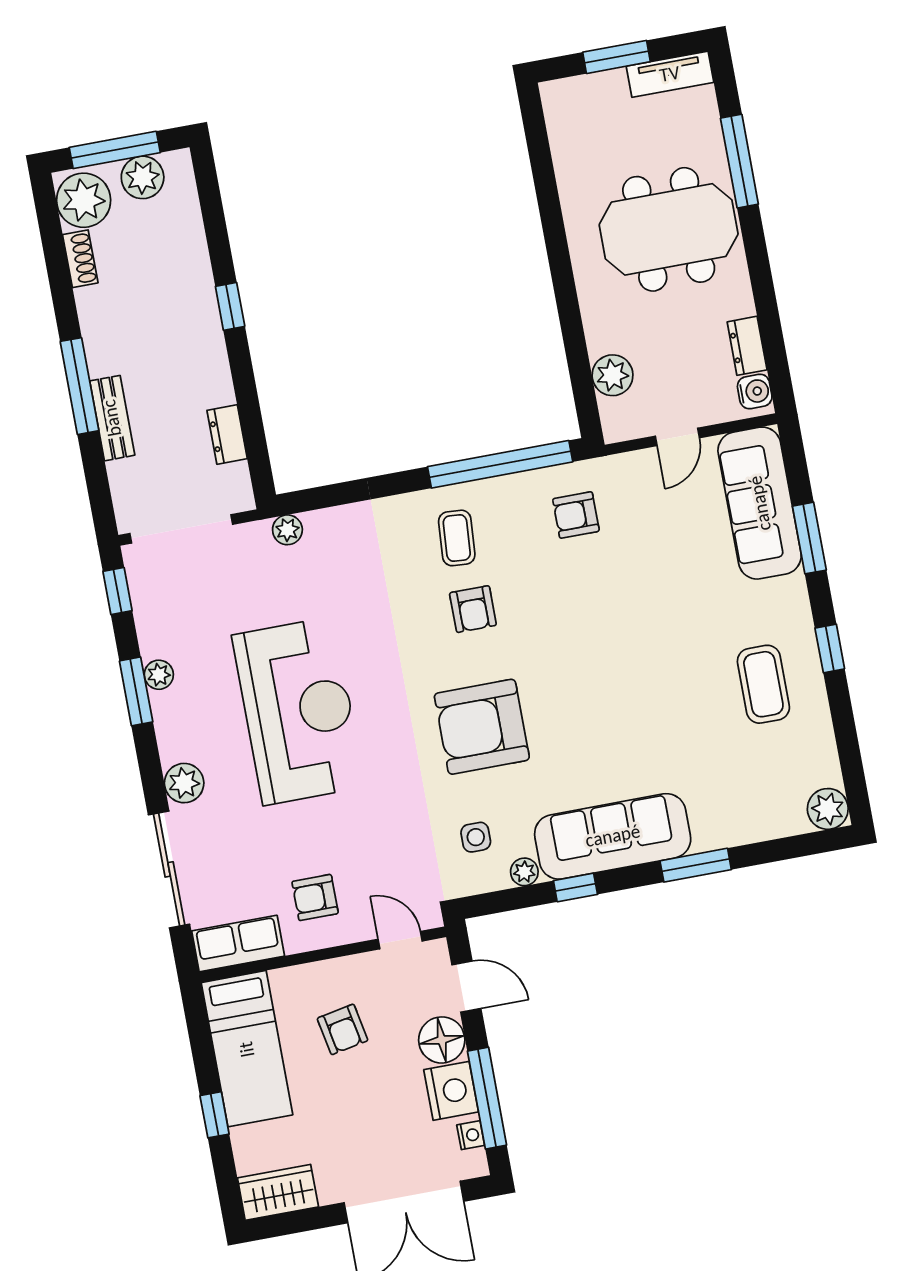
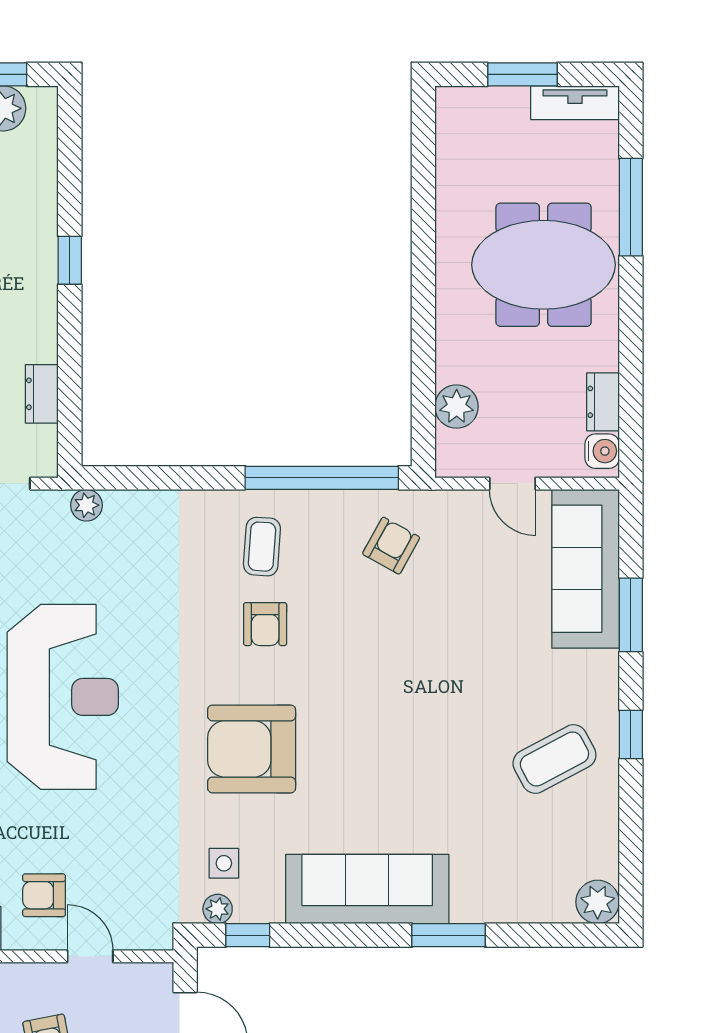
door: (677, 437) -> (512, 484), hinge flipped
armchair: (576, 515) -> (391, 546), turned 119
coffee table: (763, 684) -> (554, 759), turned 62
plant: (524, 872) -> (218, 909), moved
window: (575, 887) -> (248, 935), moved
door: (400, 940) -> (90, 956), moved

